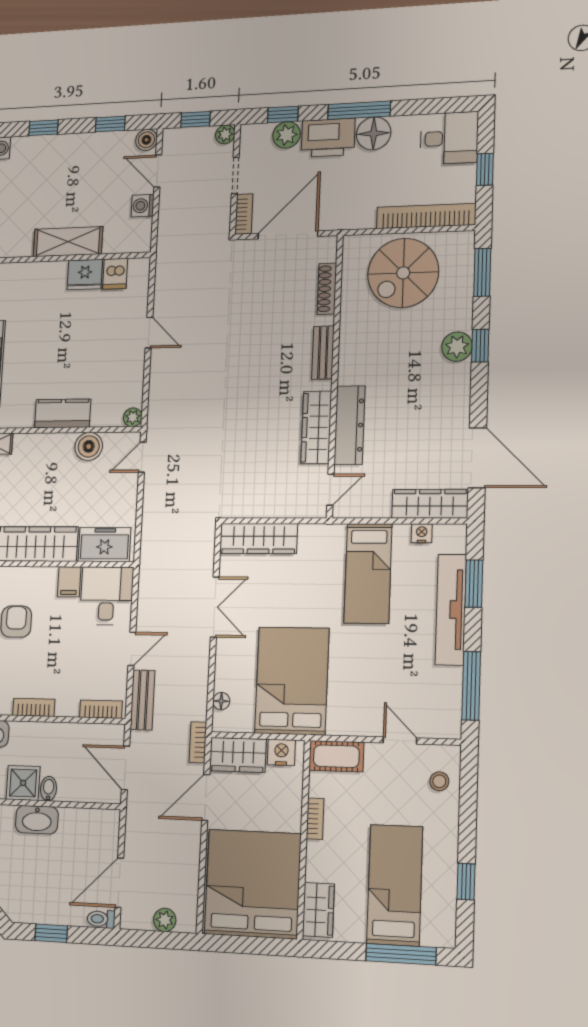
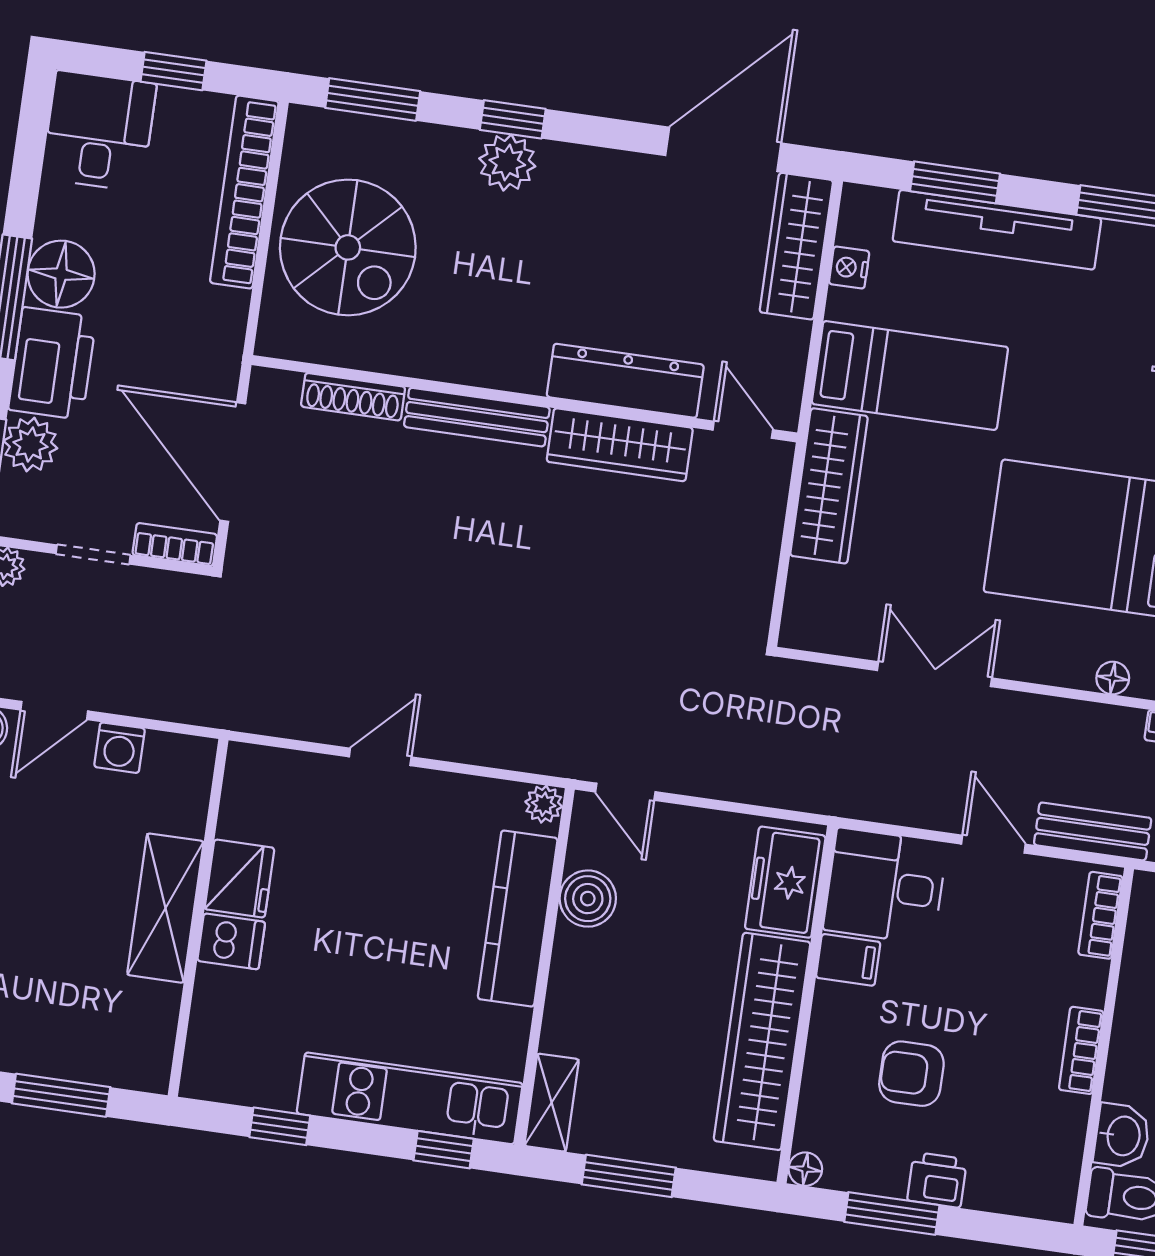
dishwasher: (115, 274) -> (231, 941), moved
bench: (323, 353) -> (477, 417), width x1.36
kitchen counter: (63, 413) -> (518, 919), width x1.50
wardrobe: (259, 539) -> (829, 486), moved

